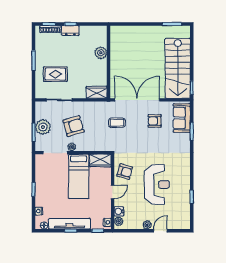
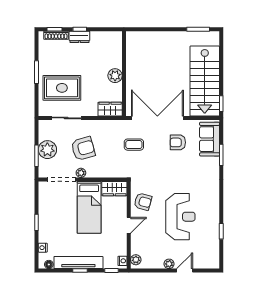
plant: (101, 53) -> (115, 76), moved
rug: (55, 74) -> (62, 88), width x1.36, depth x1.43
water cooler: (119, 211) -> (136, 248), removed

